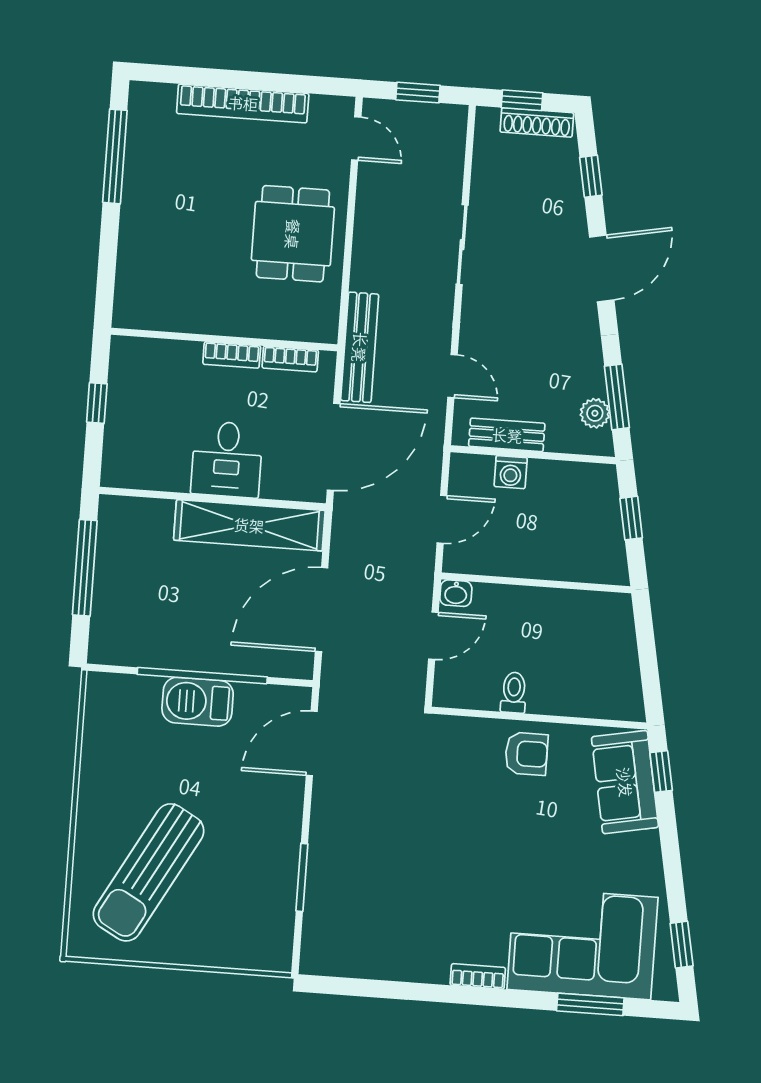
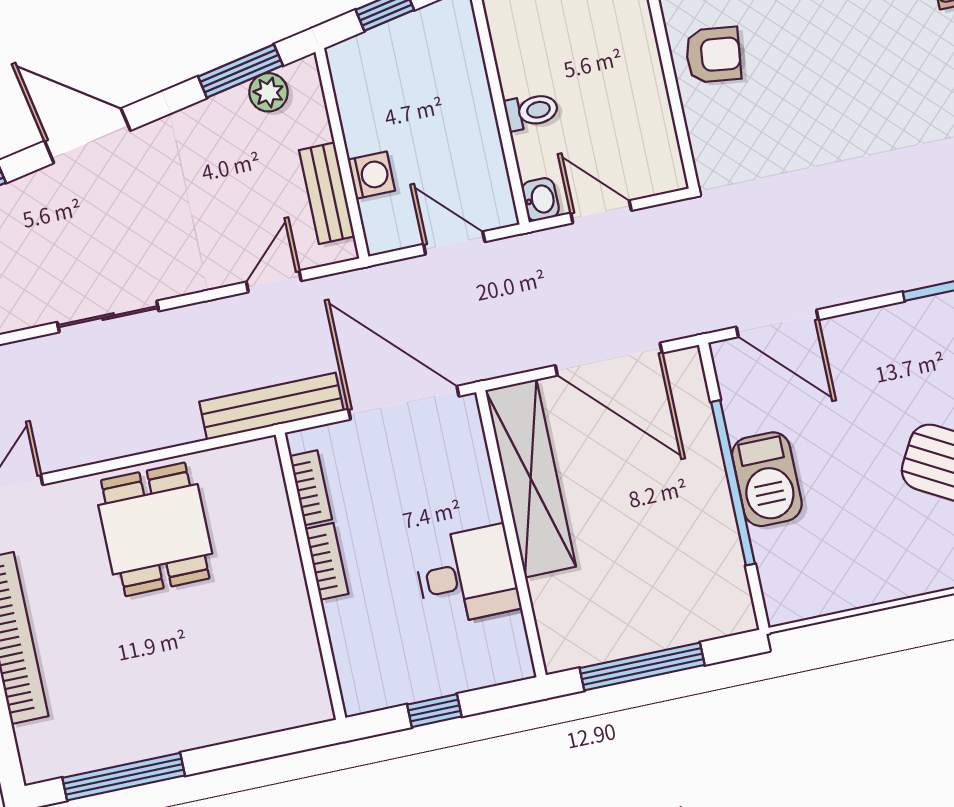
dining table: (293, 234) -> (155, 529), turned 90
desk: (227, 459) -> (467, 575), moved
toilet: (514, 693) -> (531, 111), moved, turned 180
armchair: (526, 754) -> (713, 55), turned 97

